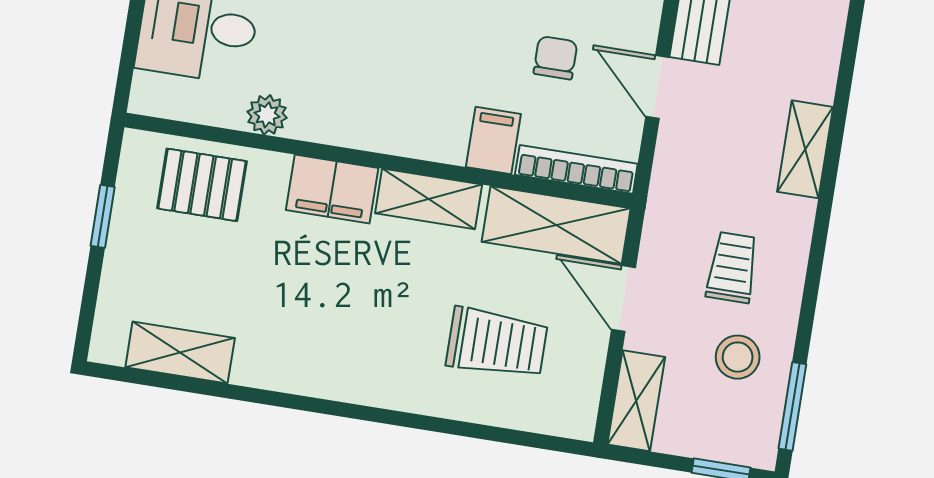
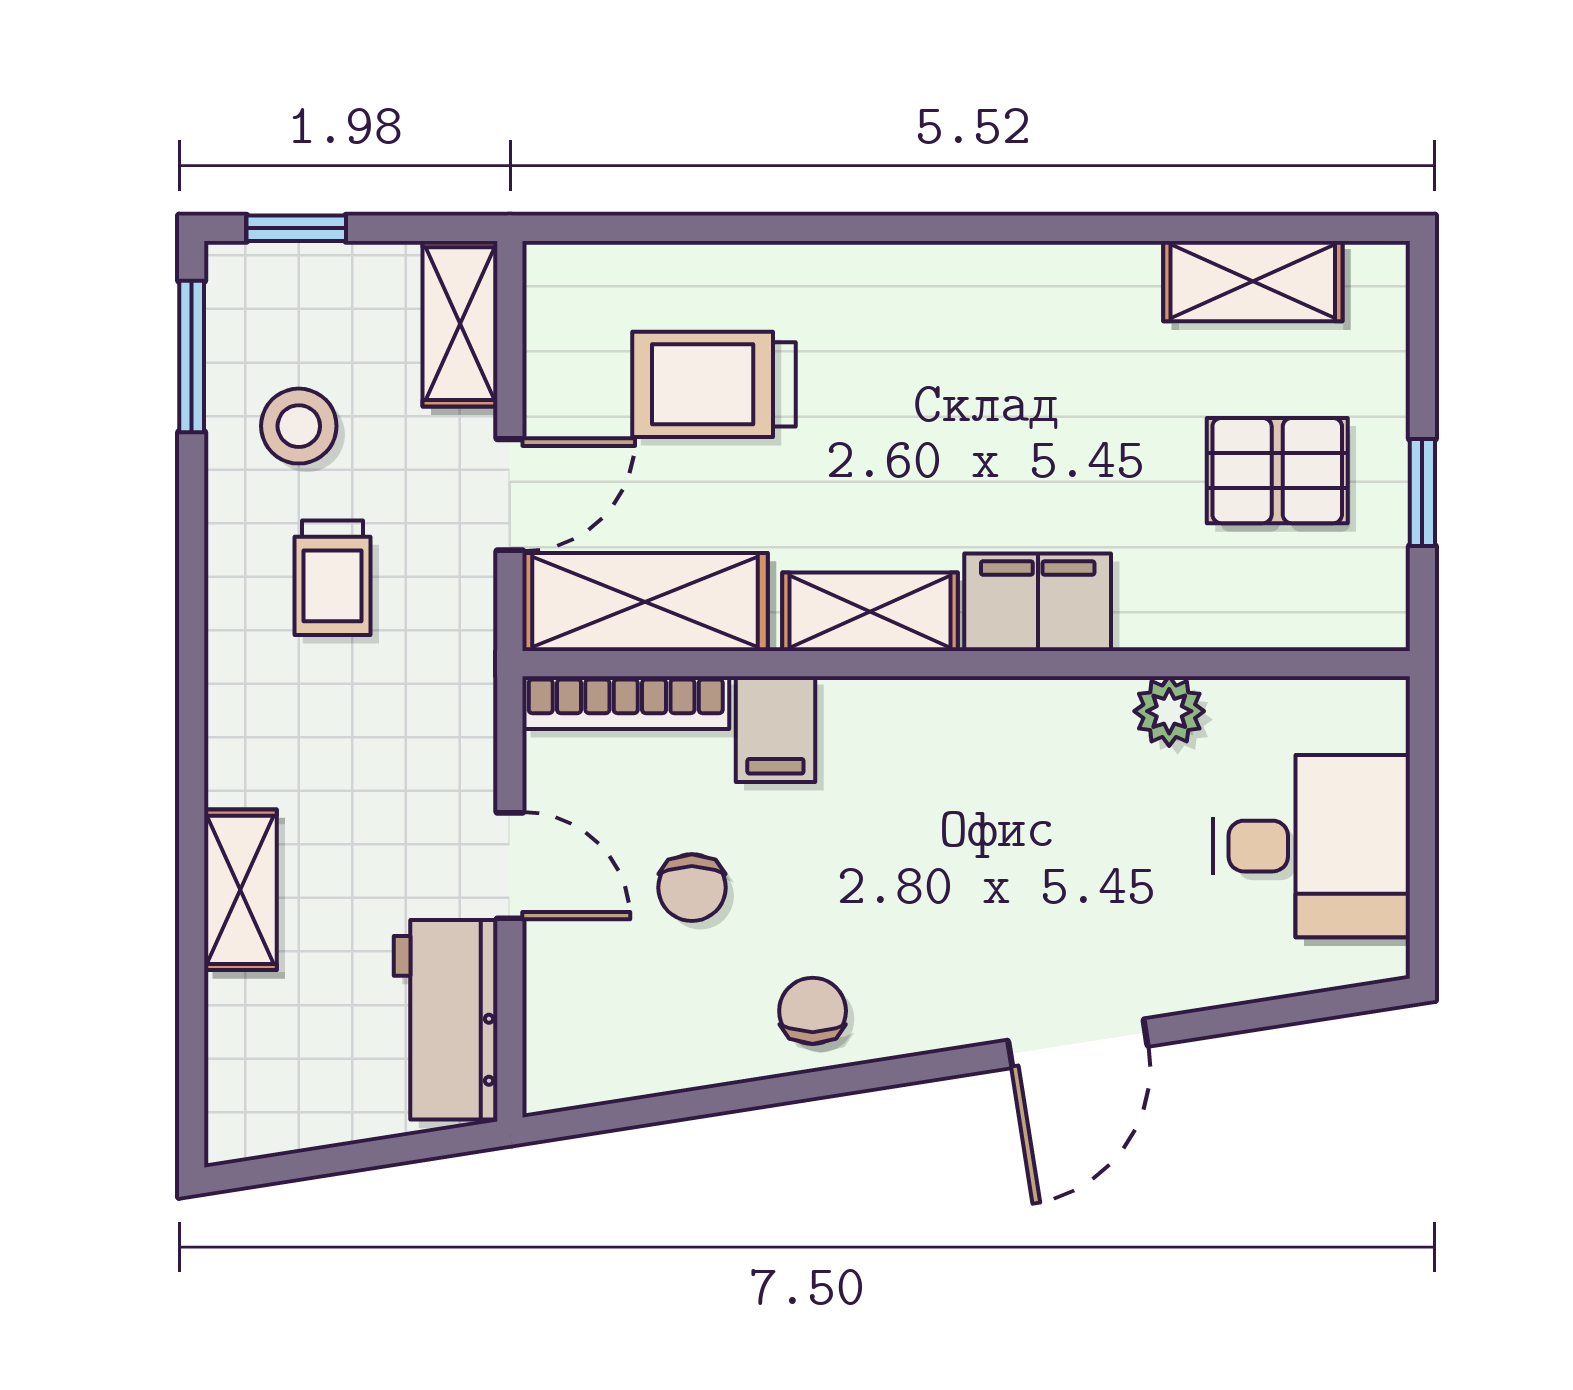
shelving: (805, 149) -> (240, 890), moved
pallet: (202, 185) -> (1277, 471), moved
door: (623, 299) -> (510, 495), hinge flipped

